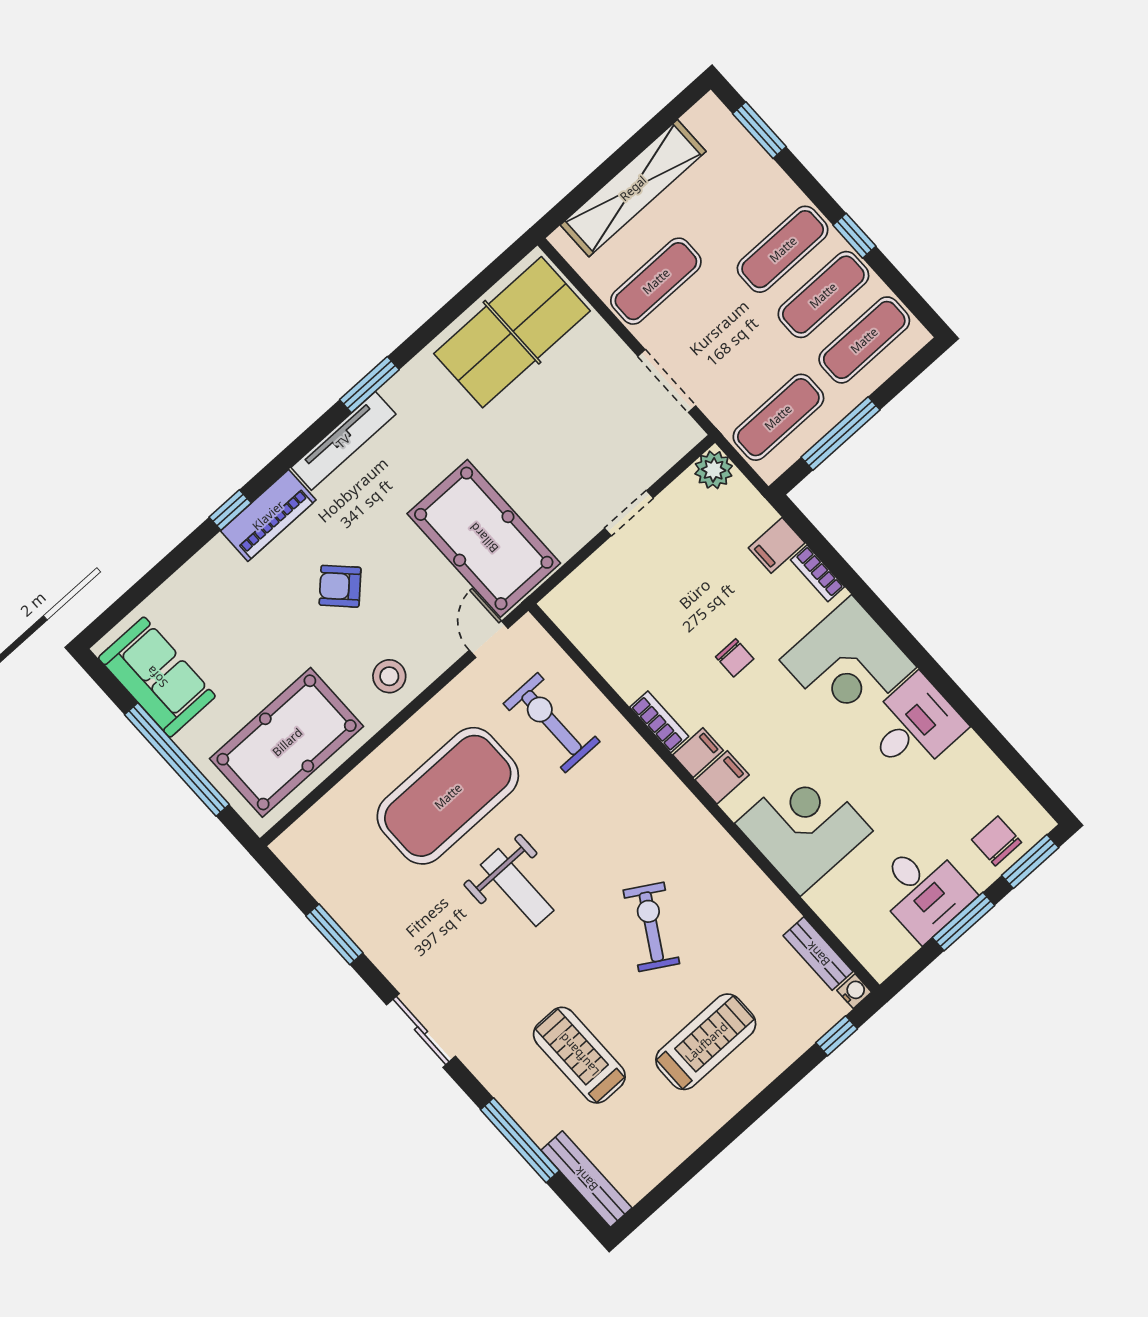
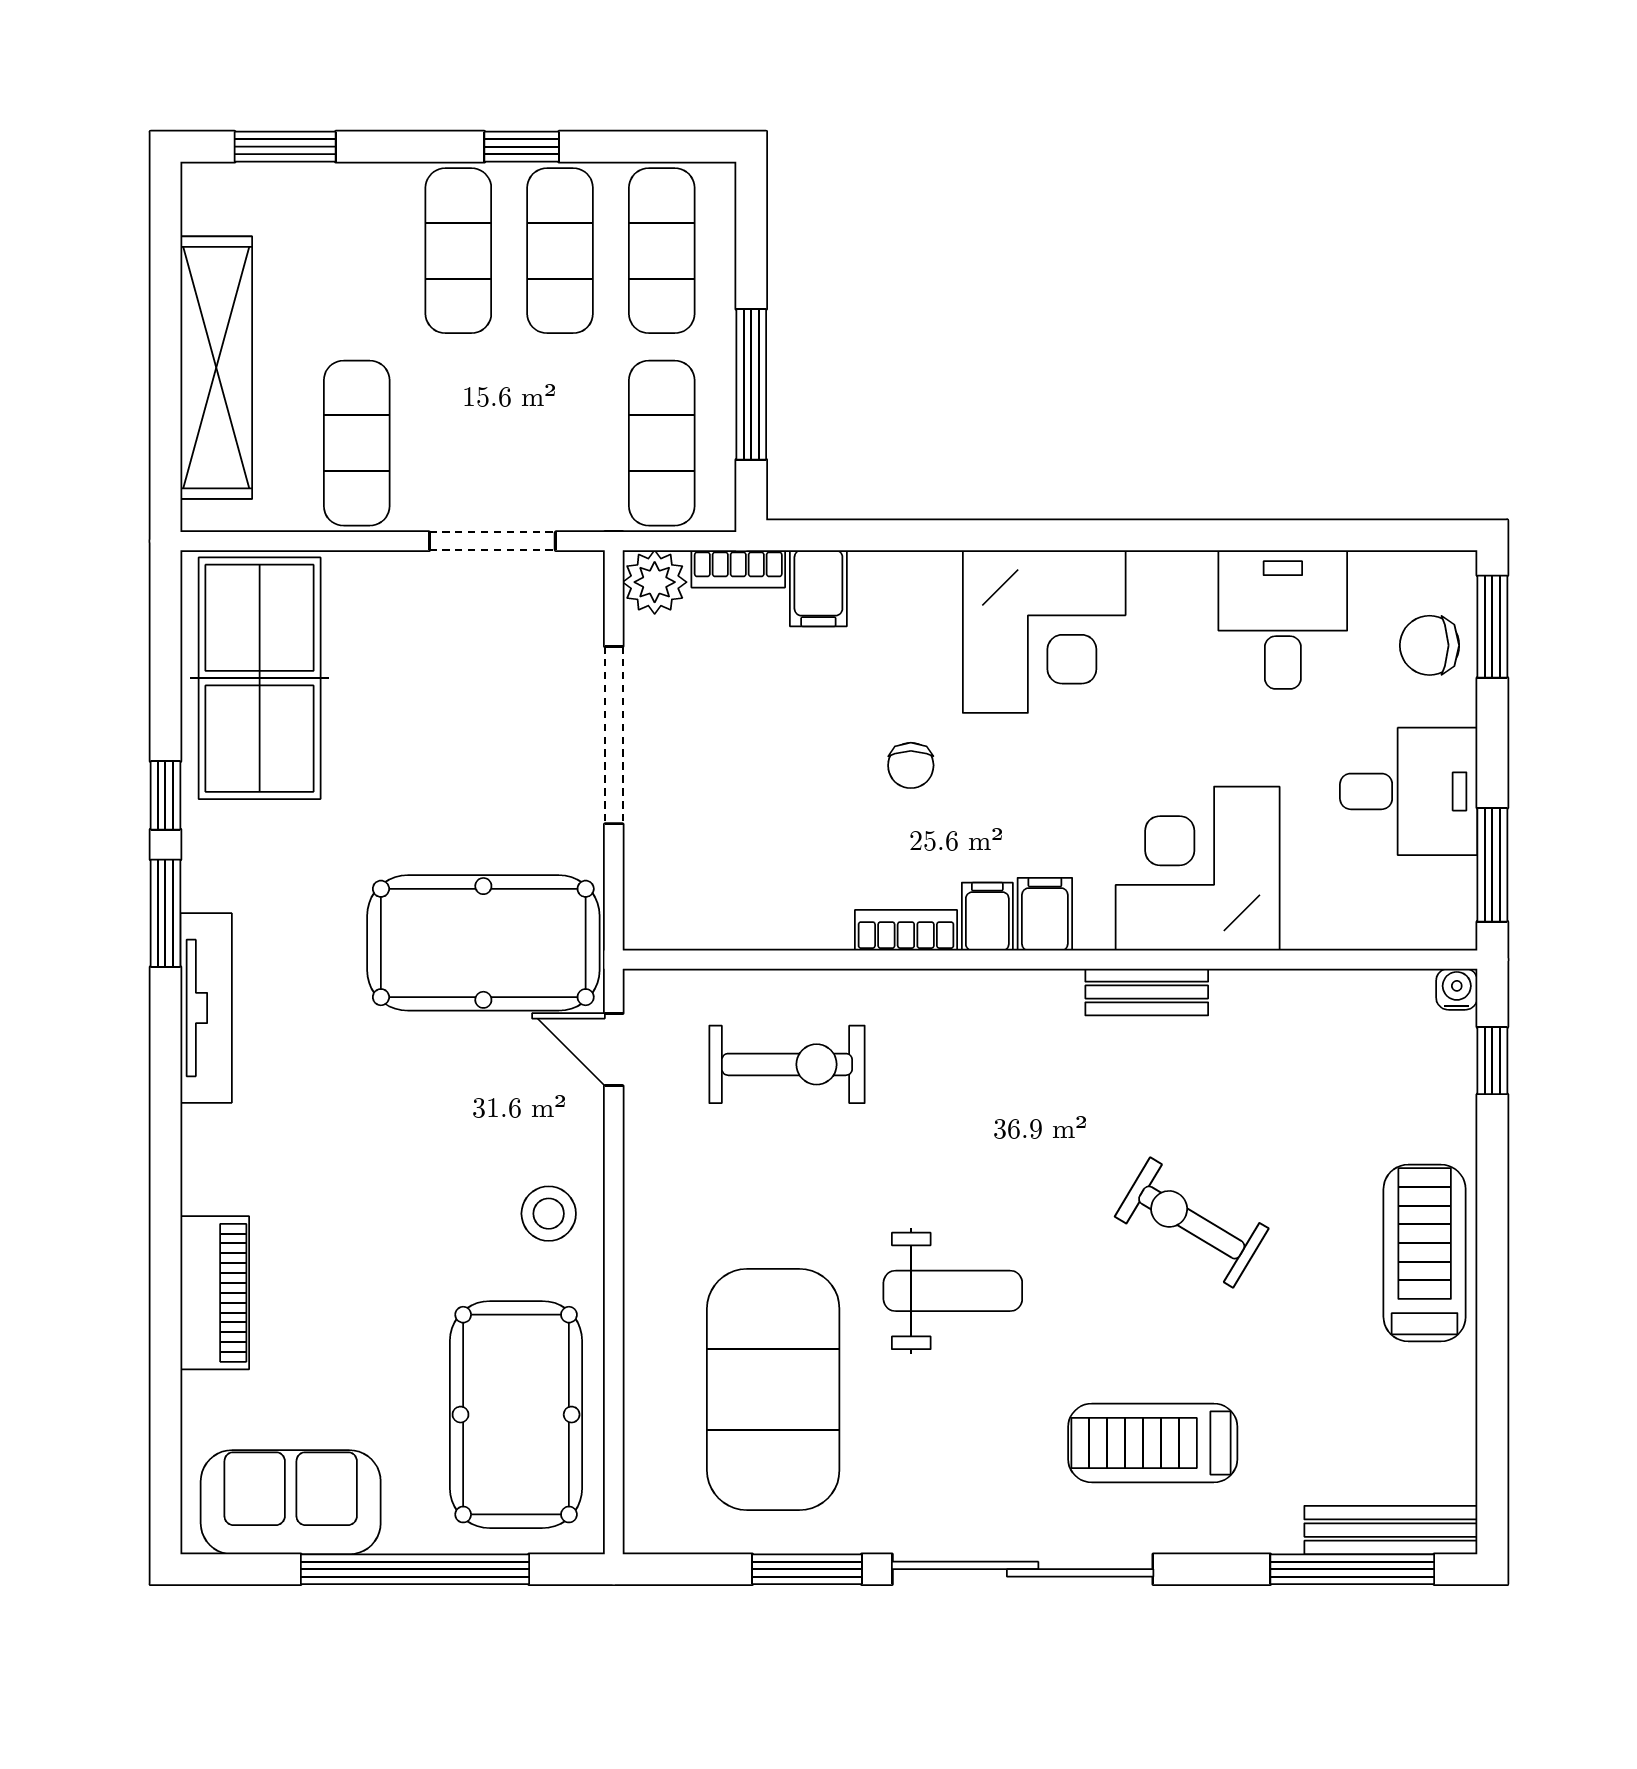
window: (230, 510) -> (165, 795), moved
doorway: (629, 513) -> (614, 735), width x1.87
piano: (268, 515) -> (215, 1293), moved
bookcase: (817, 573) -> (738, 569), moved
armchair: (340, 586) -> (382, 1174), removed
chair: (735, 658) -> (911, 765), turned 90
exercise bike: (552, 723) -> (787, 1064), turned 180
desk: (914, 726) -> (1283, 620), moved
exercise mat: (448, 796) -> (773, 1390), moved
window: (963, 922) -> (1492, 865), moved
exercise bike: (651, 927) -> (1192, 1222), moved
bench: (818, 954) -> (1147, 992), moved
sliding door: (421, 1030) -> (1023, 1569), width x1.86
treadmill: (706, 1042) -> (1425, 1253), moved
treadmill: (579, 1055) -> (1153, 1443), moved
window: (520, 1140) -> (1352, 1569), moved

